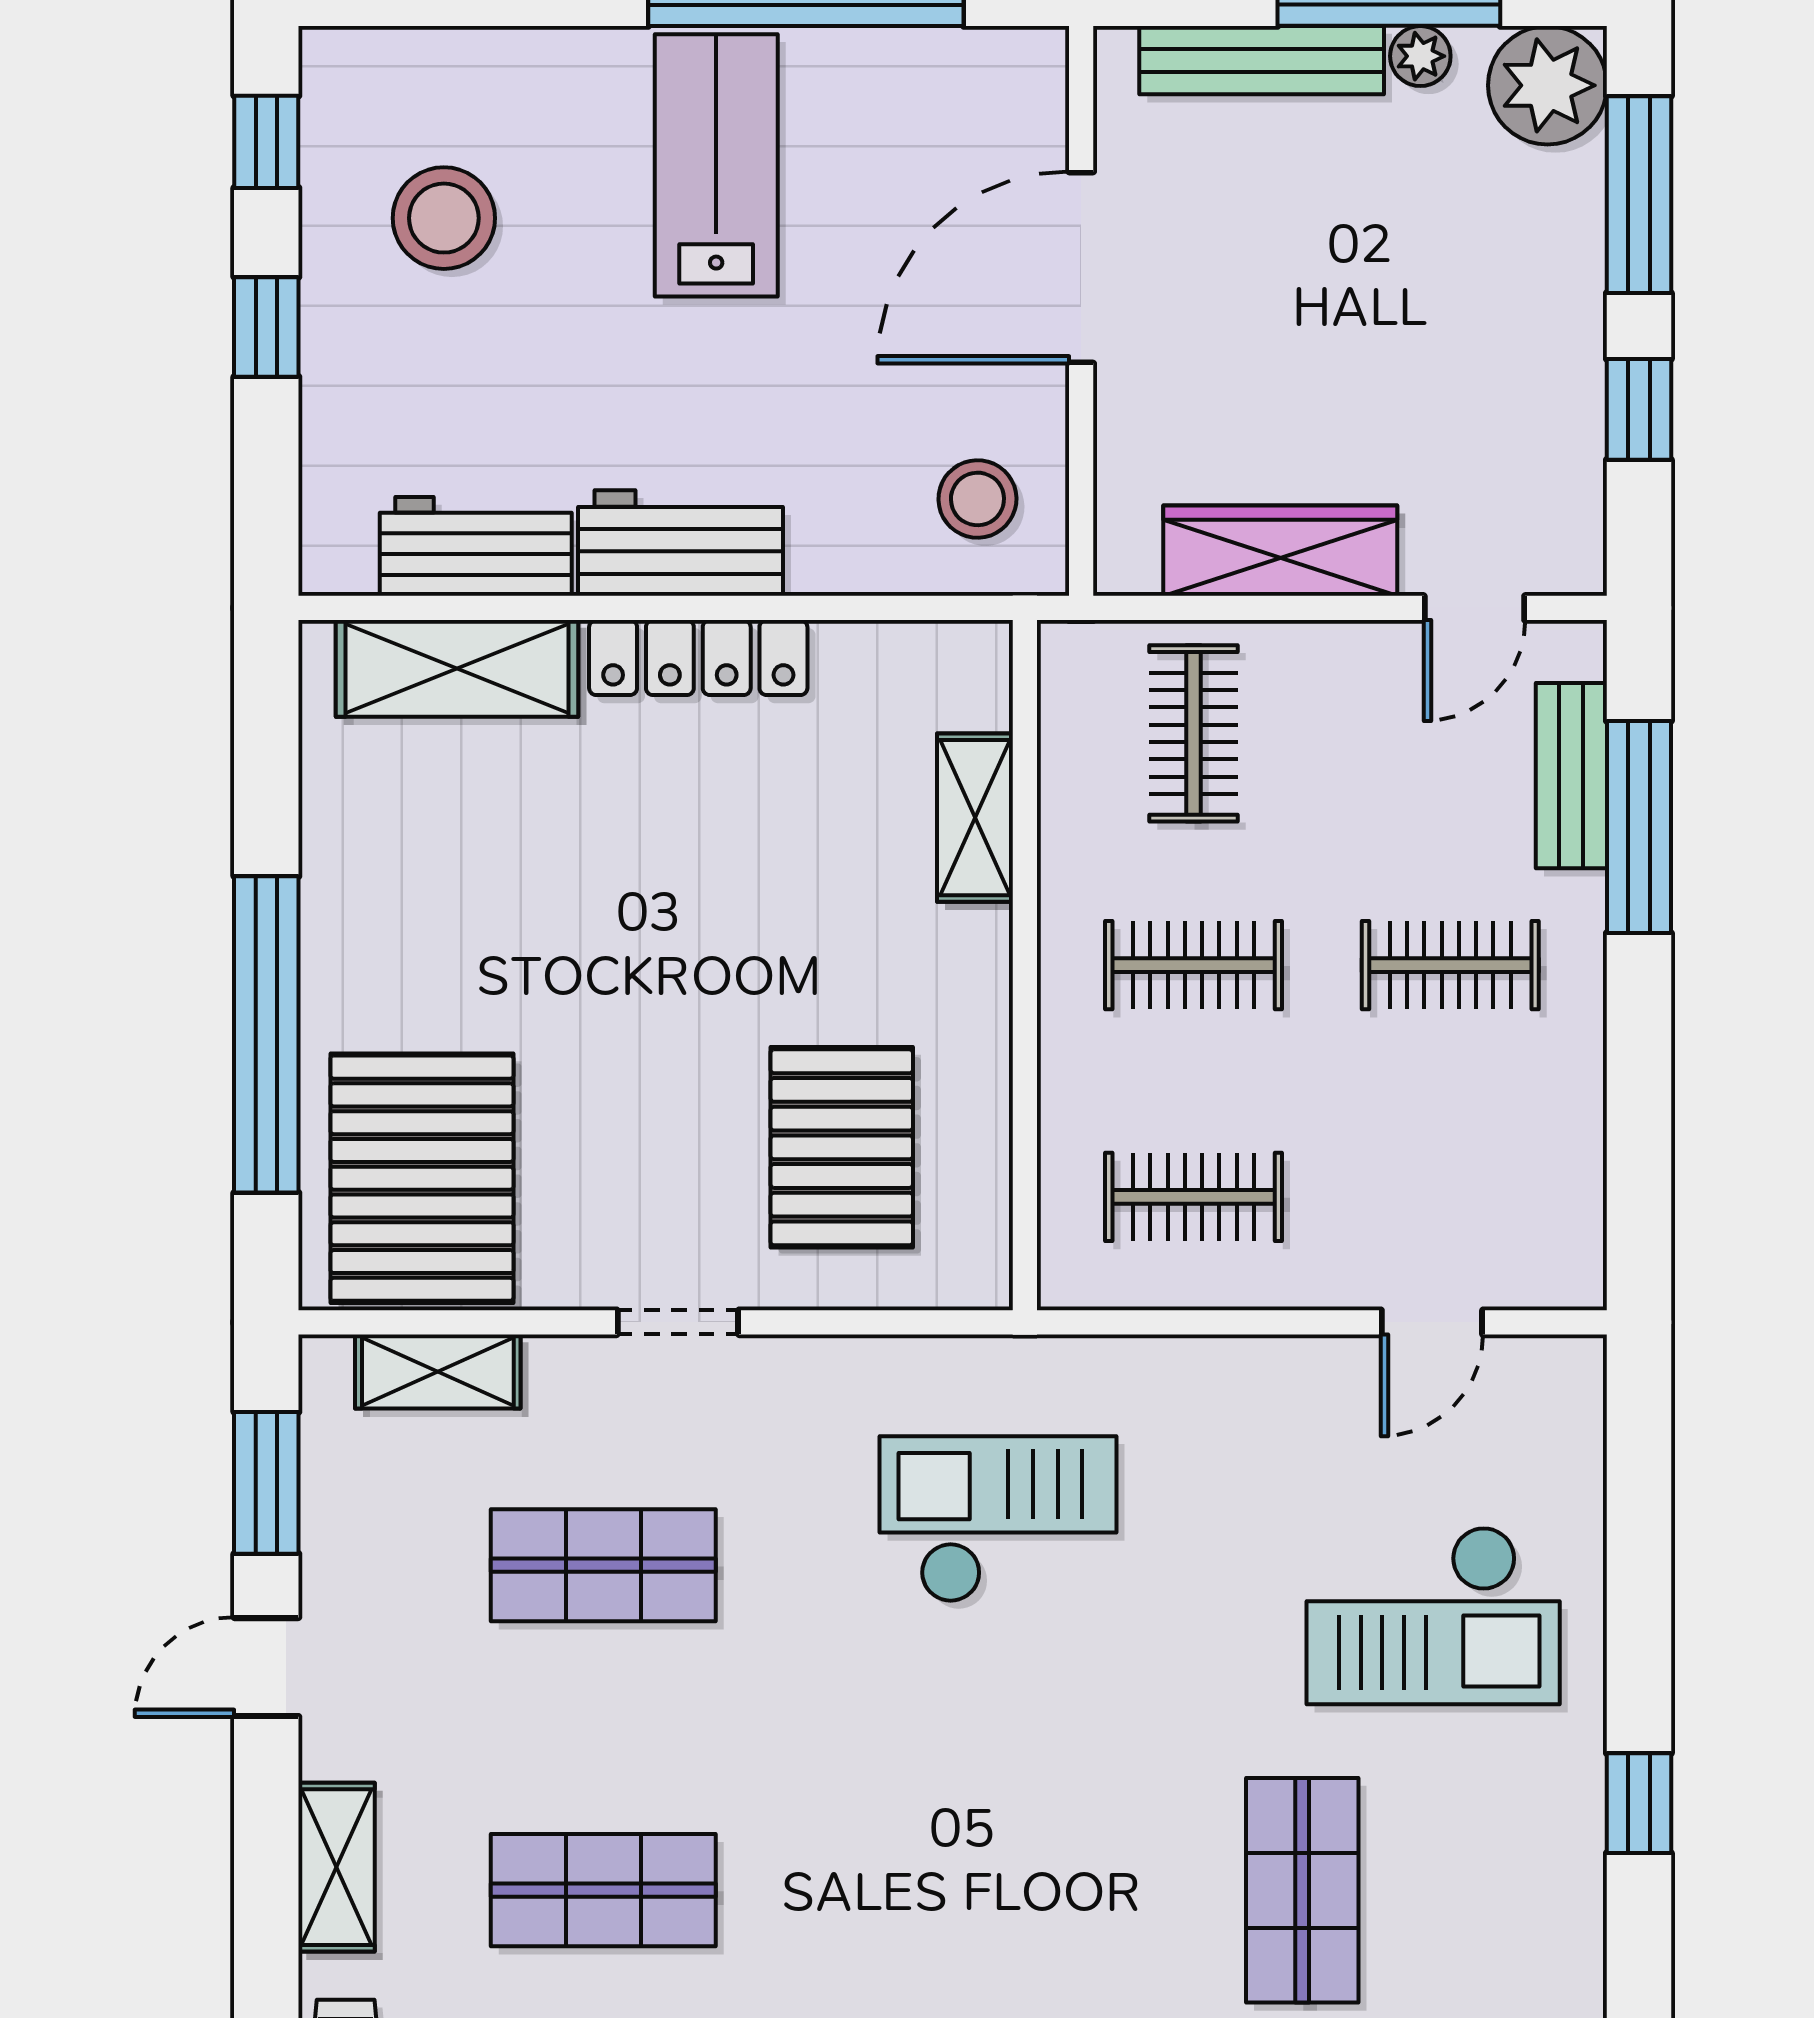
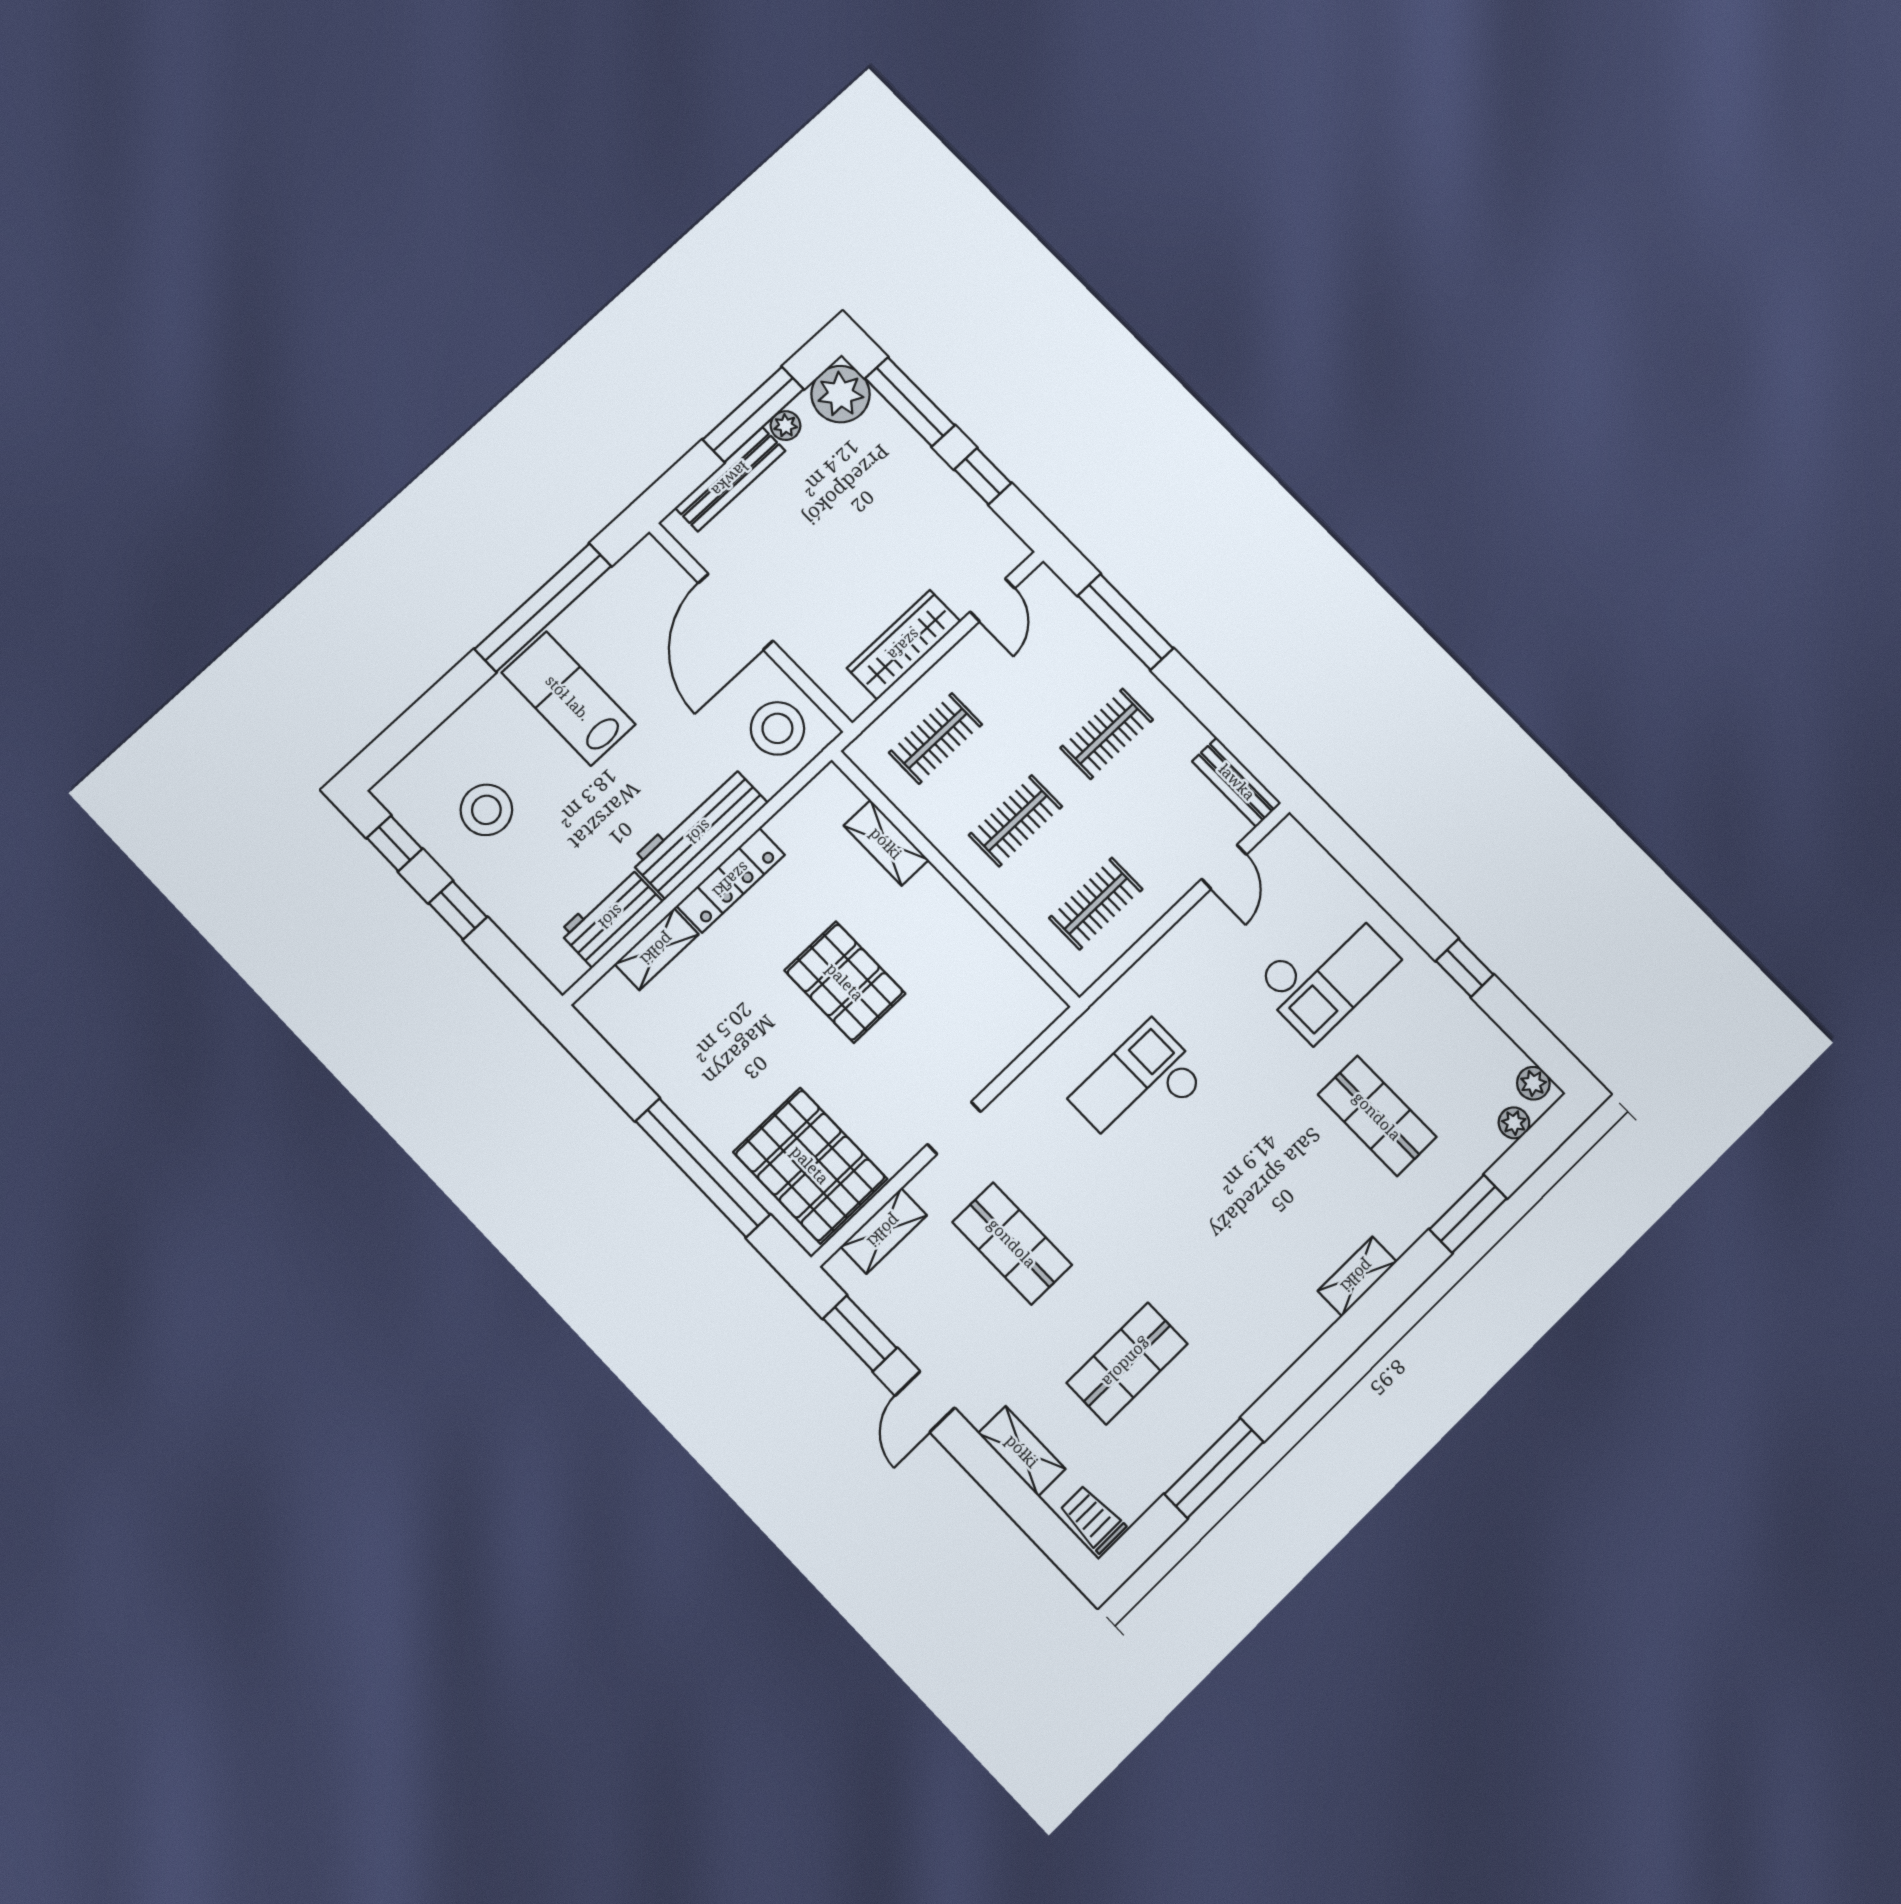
stool: (977, 499) -> (777, 728), width x1.38, depth x1.38
workbench: (681, 543) -> (699, 832), width x1.38
shelving: (457, 668) -> (657, 949), width x0.67, depth x0.75
clothes rail: (1194, 733) -> (936, 738), turned 90
bench: (1571, 776) -> (1237, 782), moved
pallet: (842, 1147) -> (845, 982), moved
shop shelf: (603, 1565) -> (1012, 1243), turned 90

